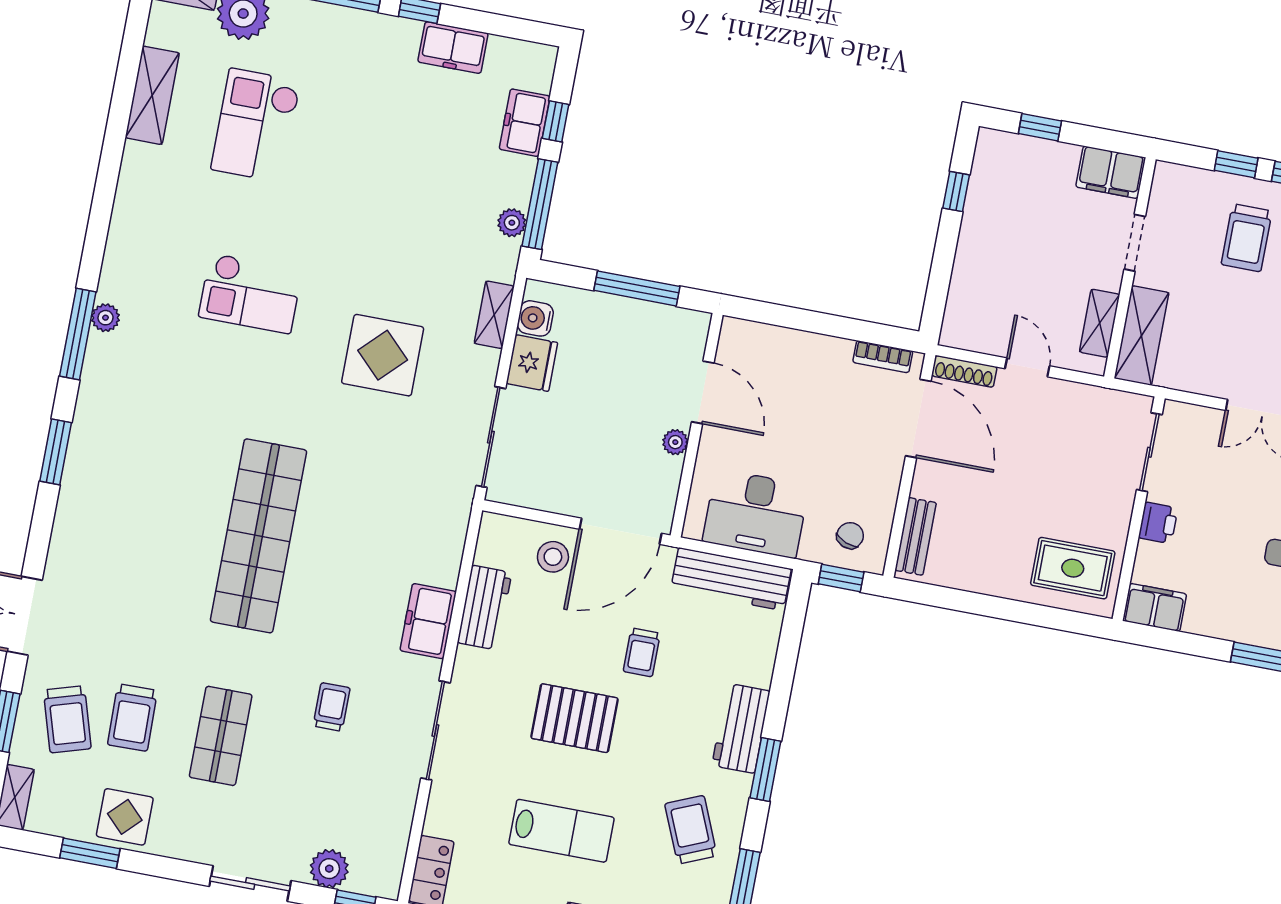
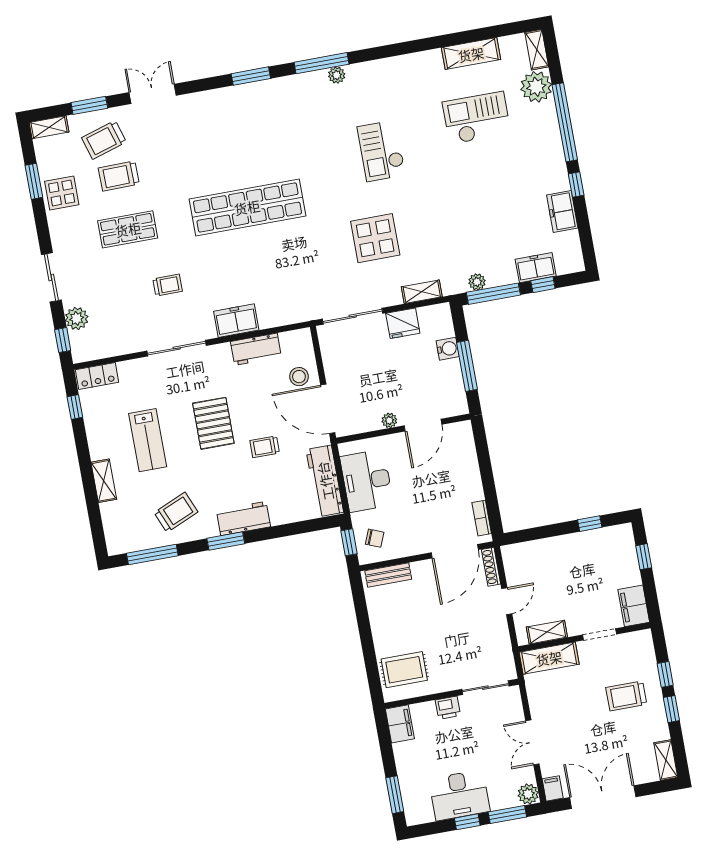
water cooler: (535, 318) -> (448, 349), moved, turned 90
rug: (1073, 568) -> (404, 670), turned 90

